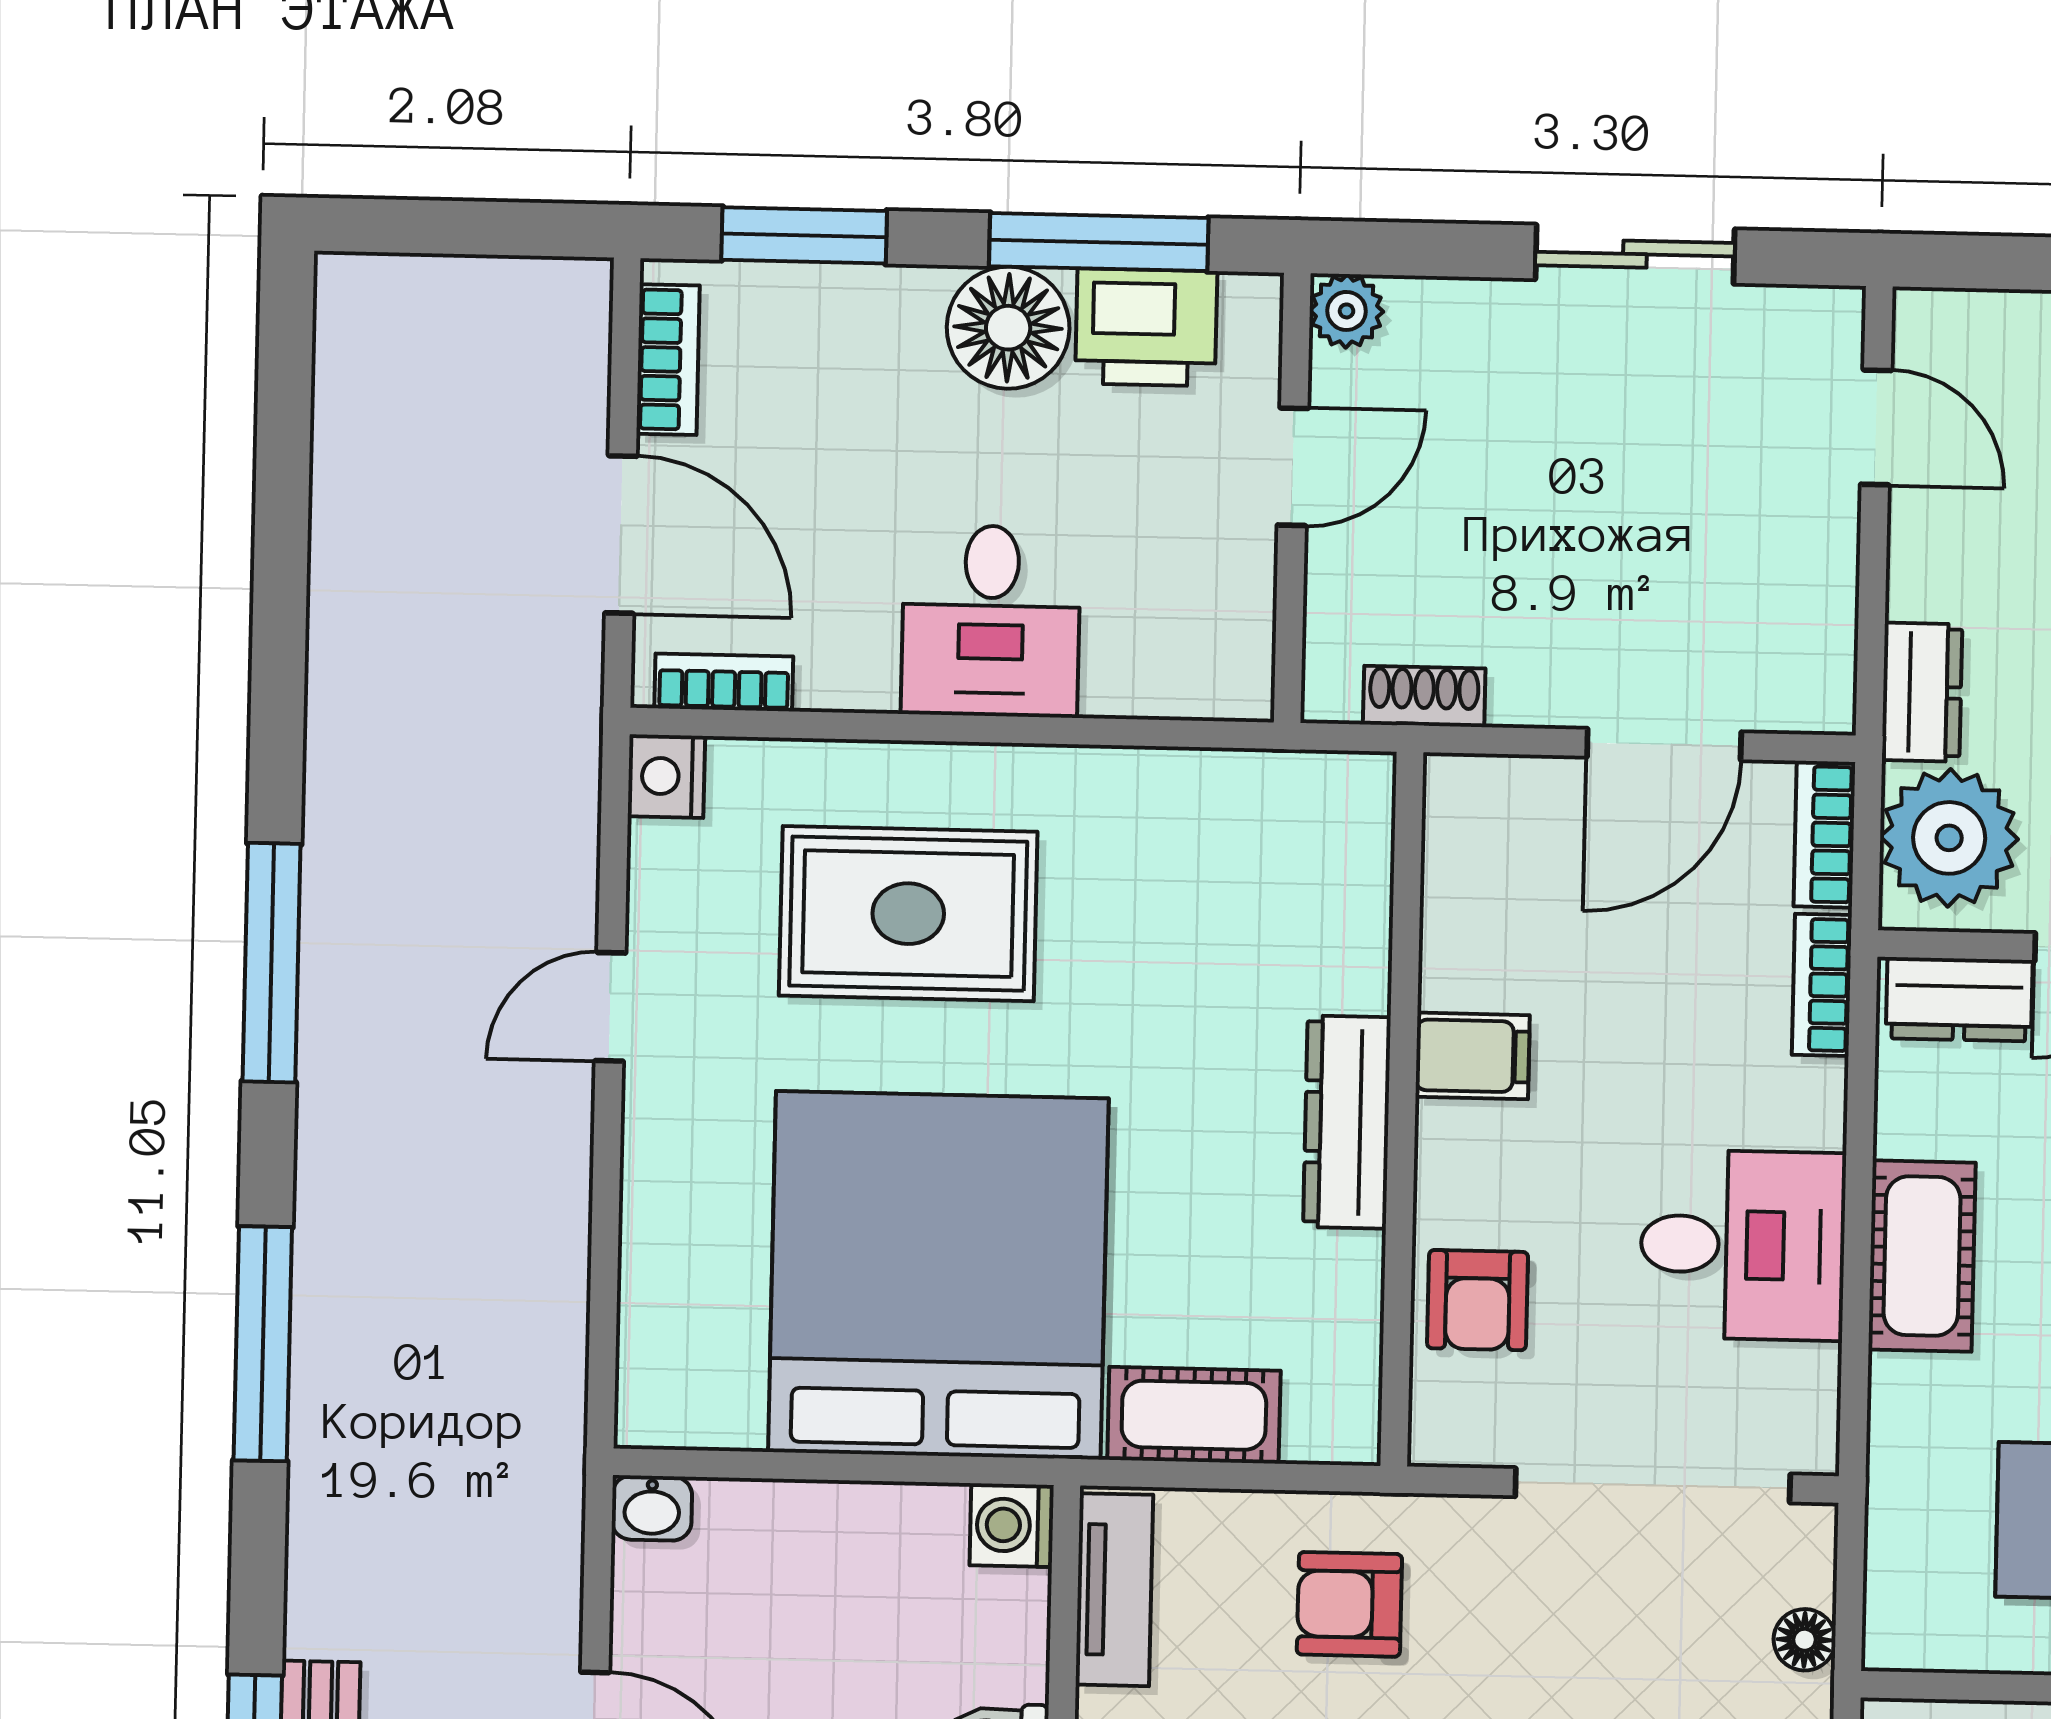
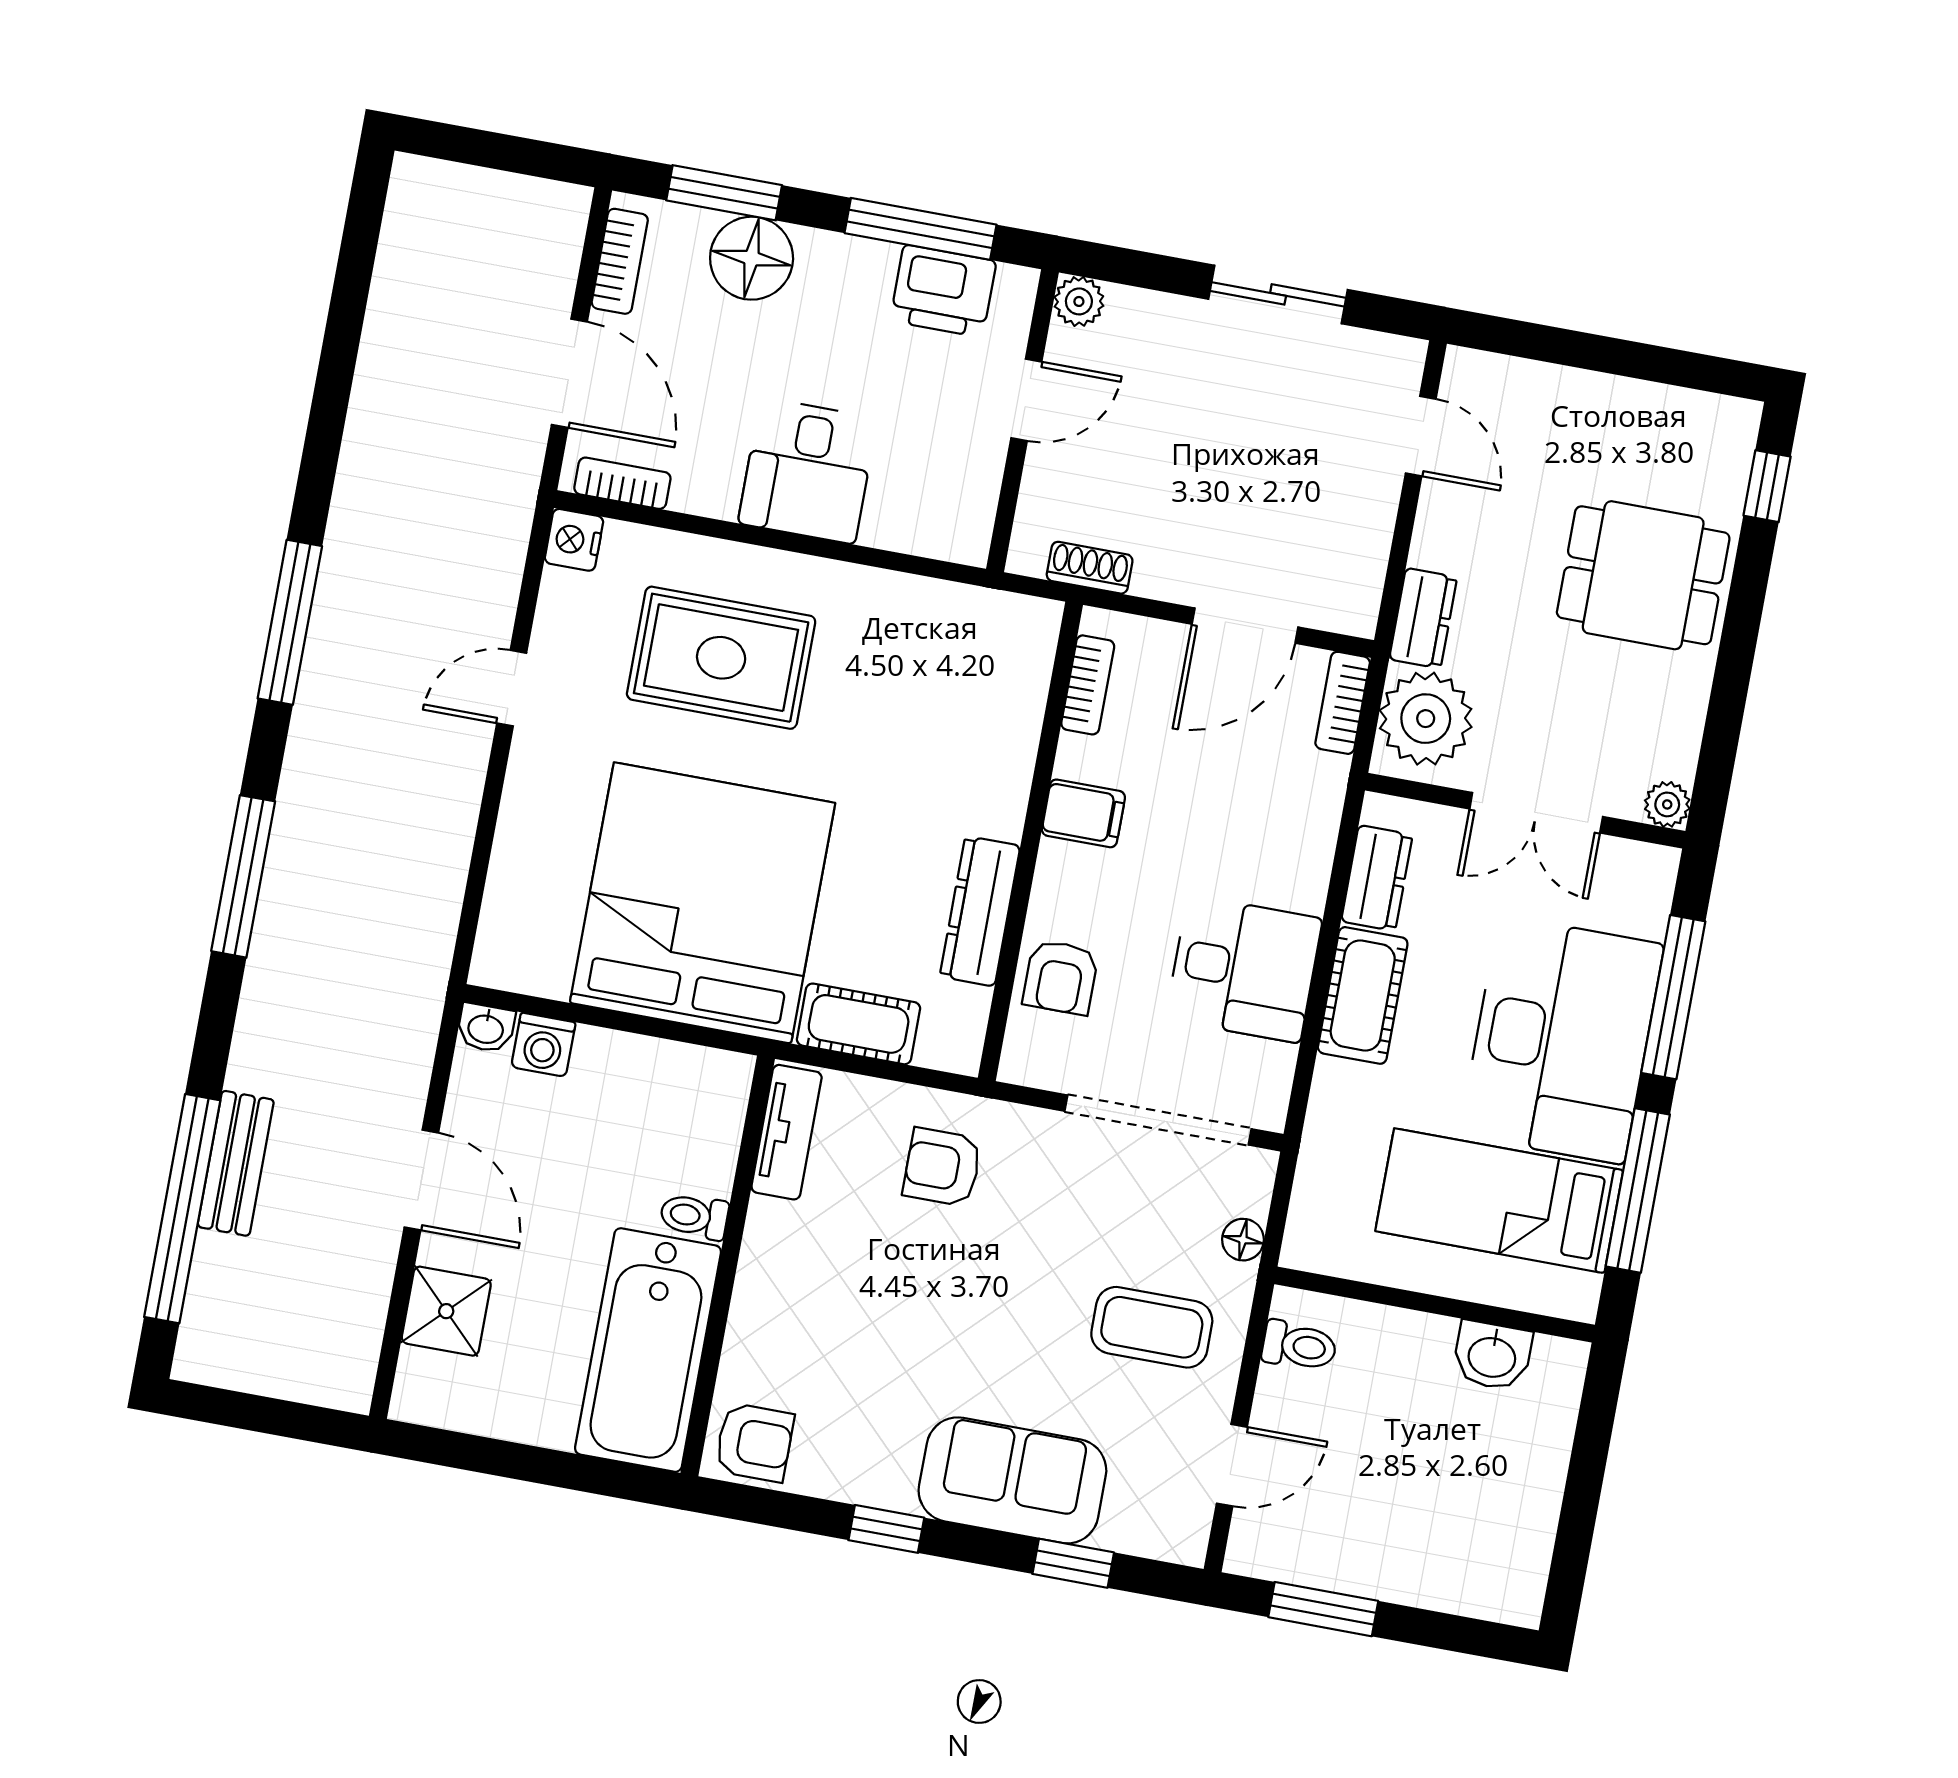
floor lamp: (1008, 328) -> (752, 258), moved
bookcase: (1822, 985) -> (1088, 685), moved, turned 180
dresser: (1959, 999) -> (1377, 878), moved, turned -90
dresser: (1347, 1122) -> (980, 911), moved
washing machine: (1012, 1525) -> (543, 1045), moved, turned -90

